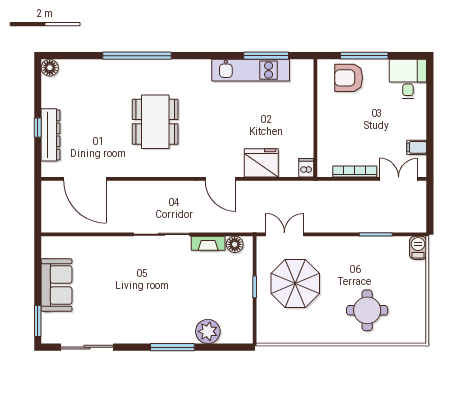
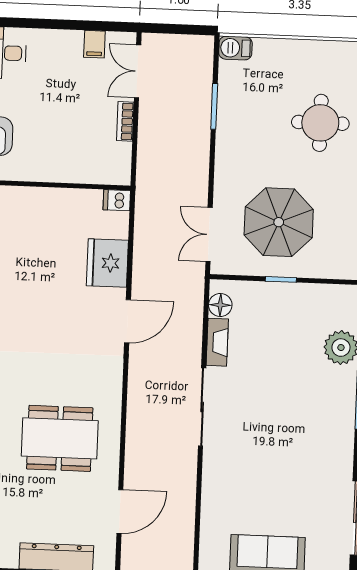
dining table: (155, 122) -> (60, 438), moved
bookcase: (355, 171) -> (125, 121), width x0.64
door: (85, 179) -> (120, 511), width x0.73

